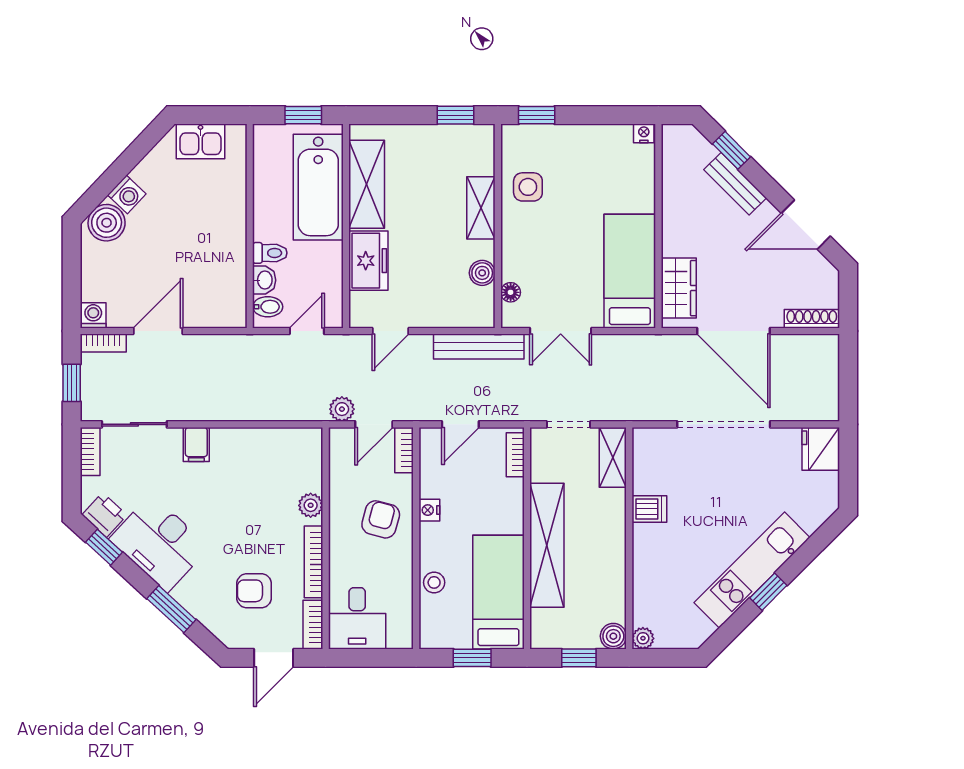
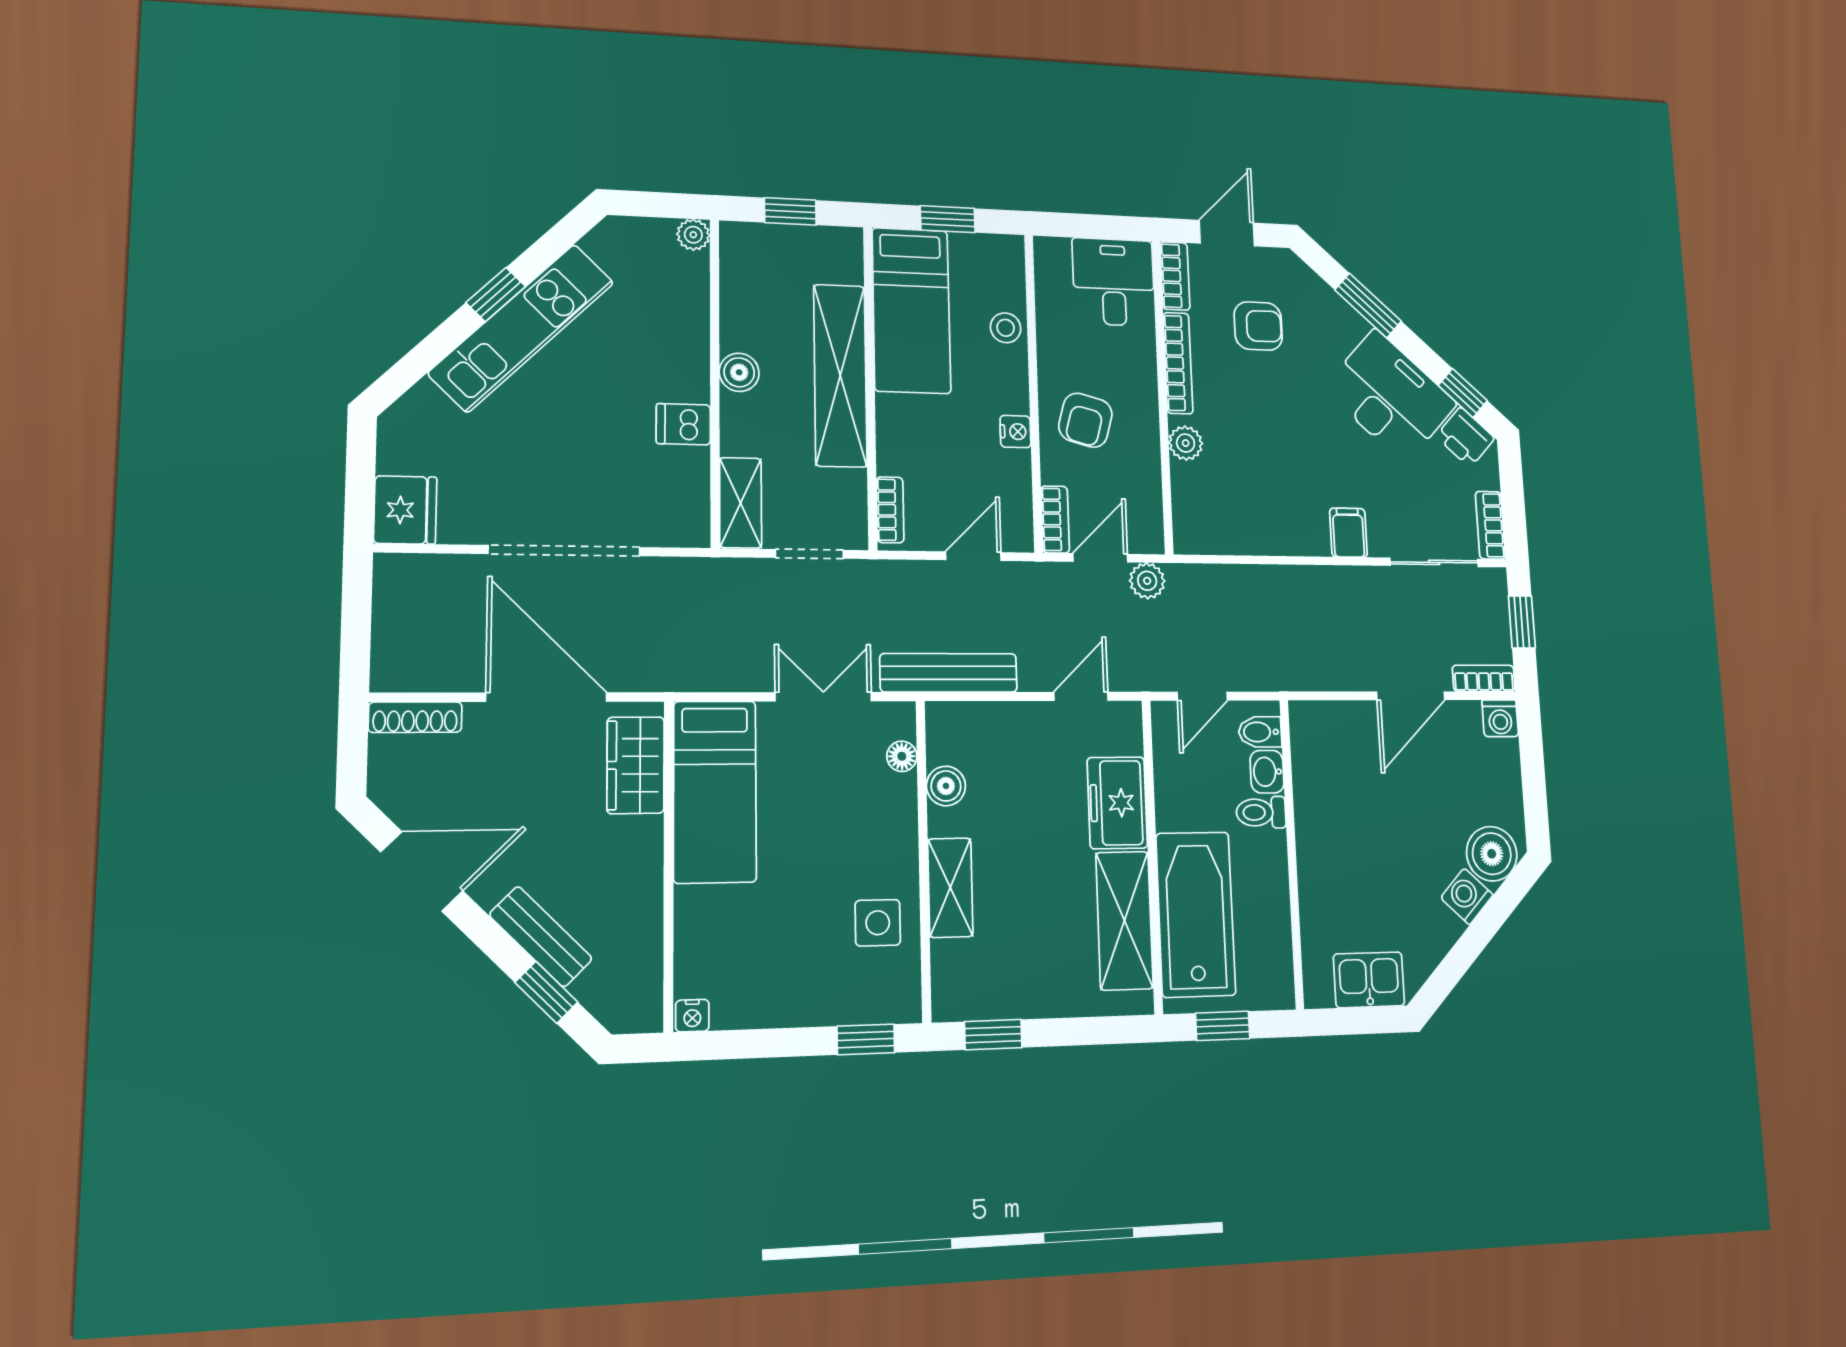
boiler: (613, 636) -> (739, 372), moved

